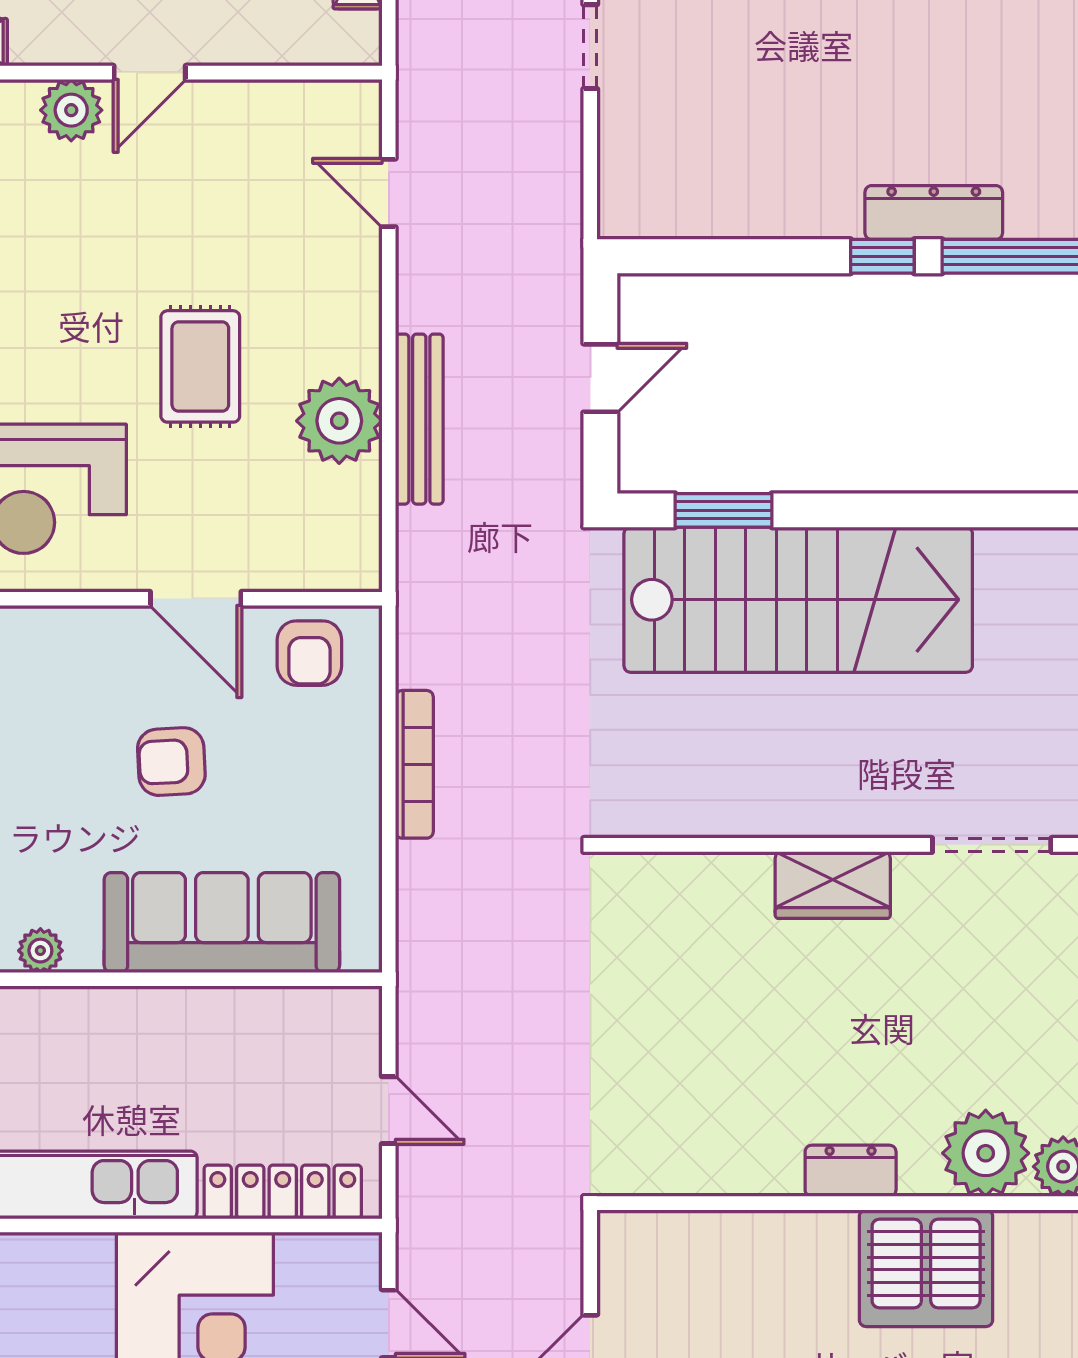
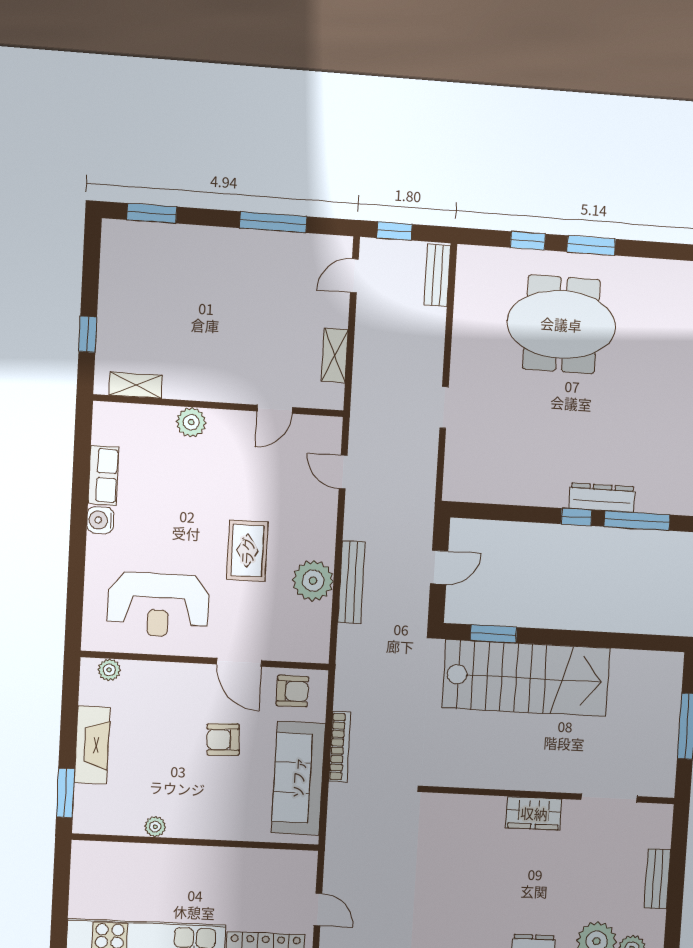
door: (150, 73) -> (275, 409), moved
armchair: (309, 653) -> (292, 691), turned -90
sofa: (222, 923) -> (298, 778), moved, turned -90

